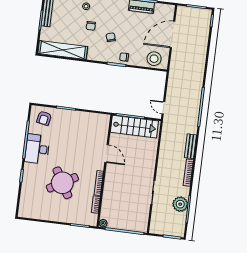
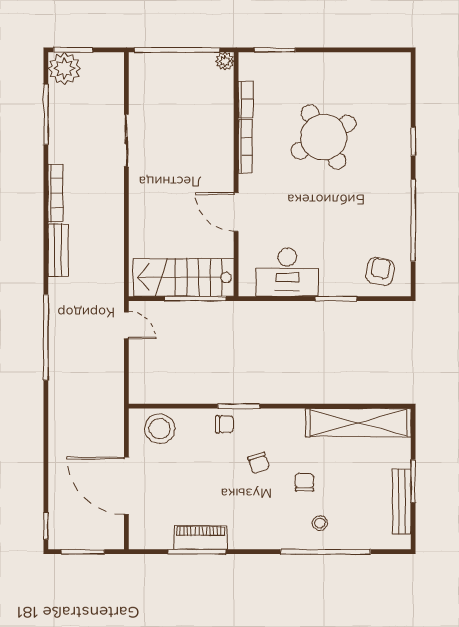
door: (172, 34) -> (126, 486), swing flipped
desk: (37, 149) -> (287, 272), moved, turned 90
plant: (180, 204) -> (64, 69), moved

